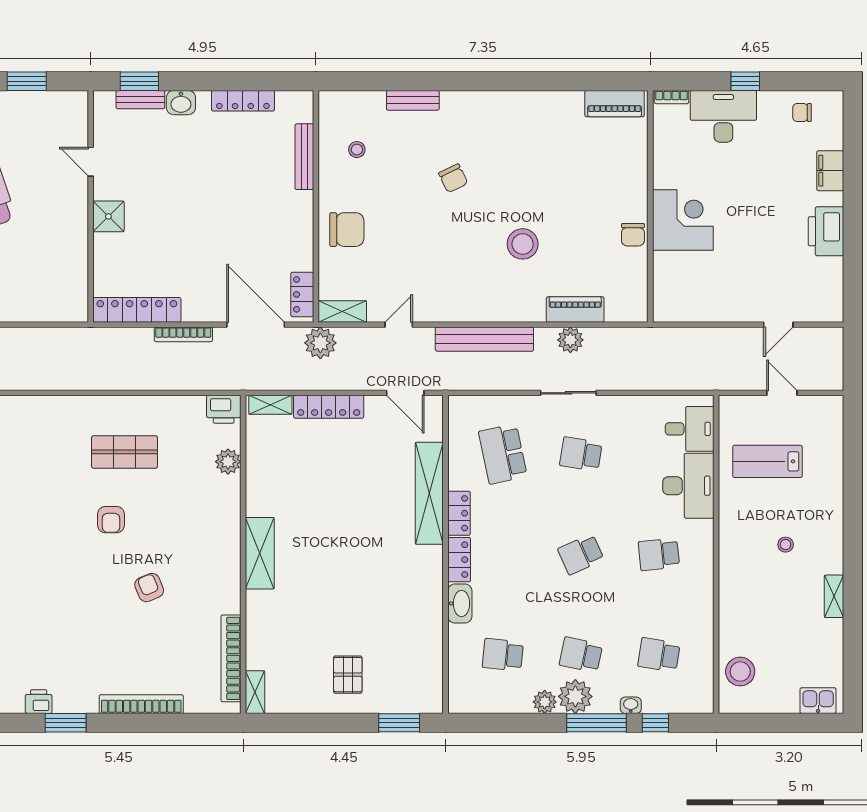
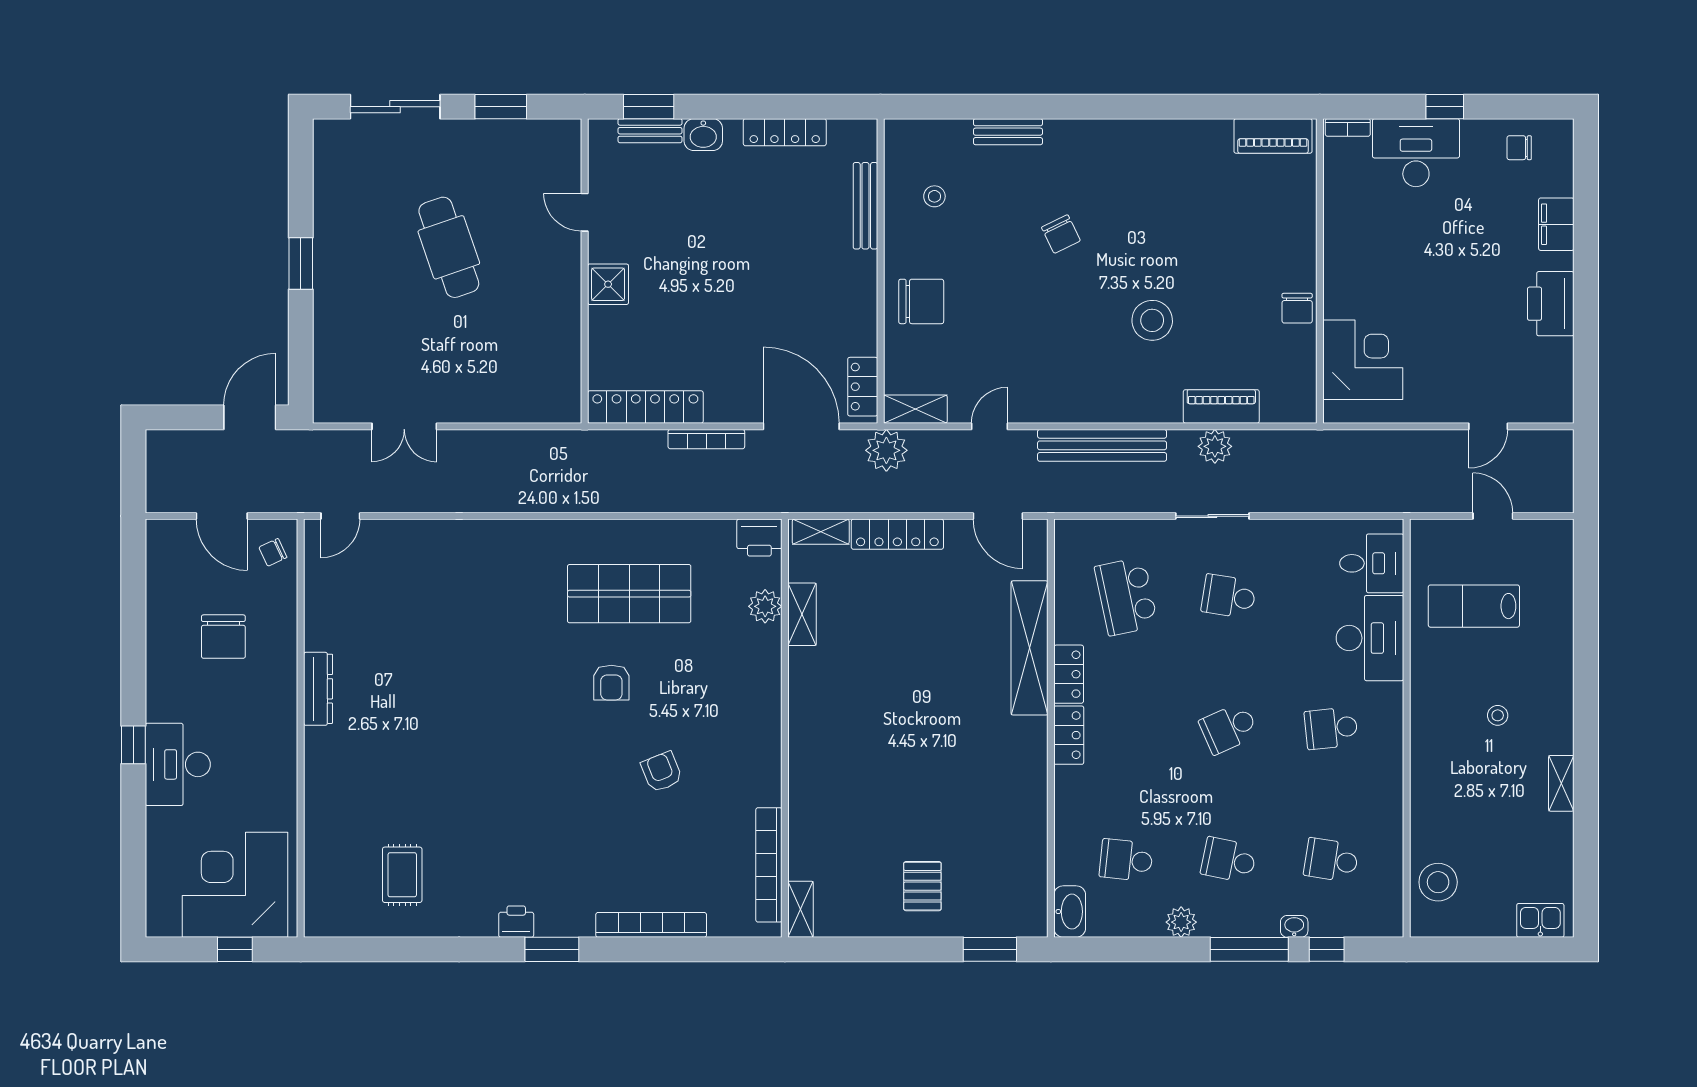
corner desk: (683, 220) -> (1363, 360), moved
shop shelf: (125, 452) -> (629, 594), width x1.43, depth x1.36
shelving: (260, 553) -> (802, 614), moved, width x0.67, depth x0.75
washbasin: (460, 603) -> (1070, 912), moved
plant: (575, 696) -> (1221, 915), removed

